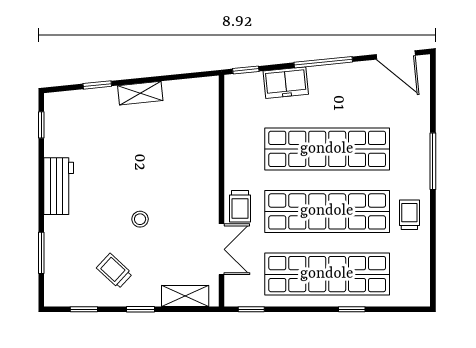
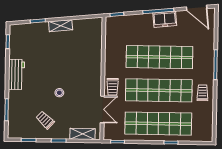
freezer: (286, 83) -> (165, 19), moved

